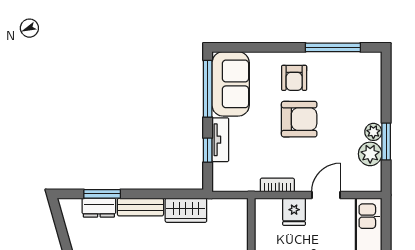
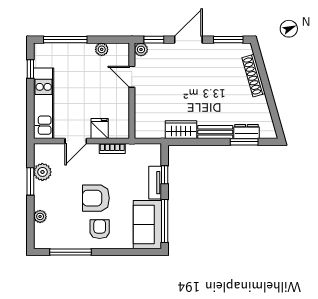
plant: (373, 132) -> (40, 216), moved

